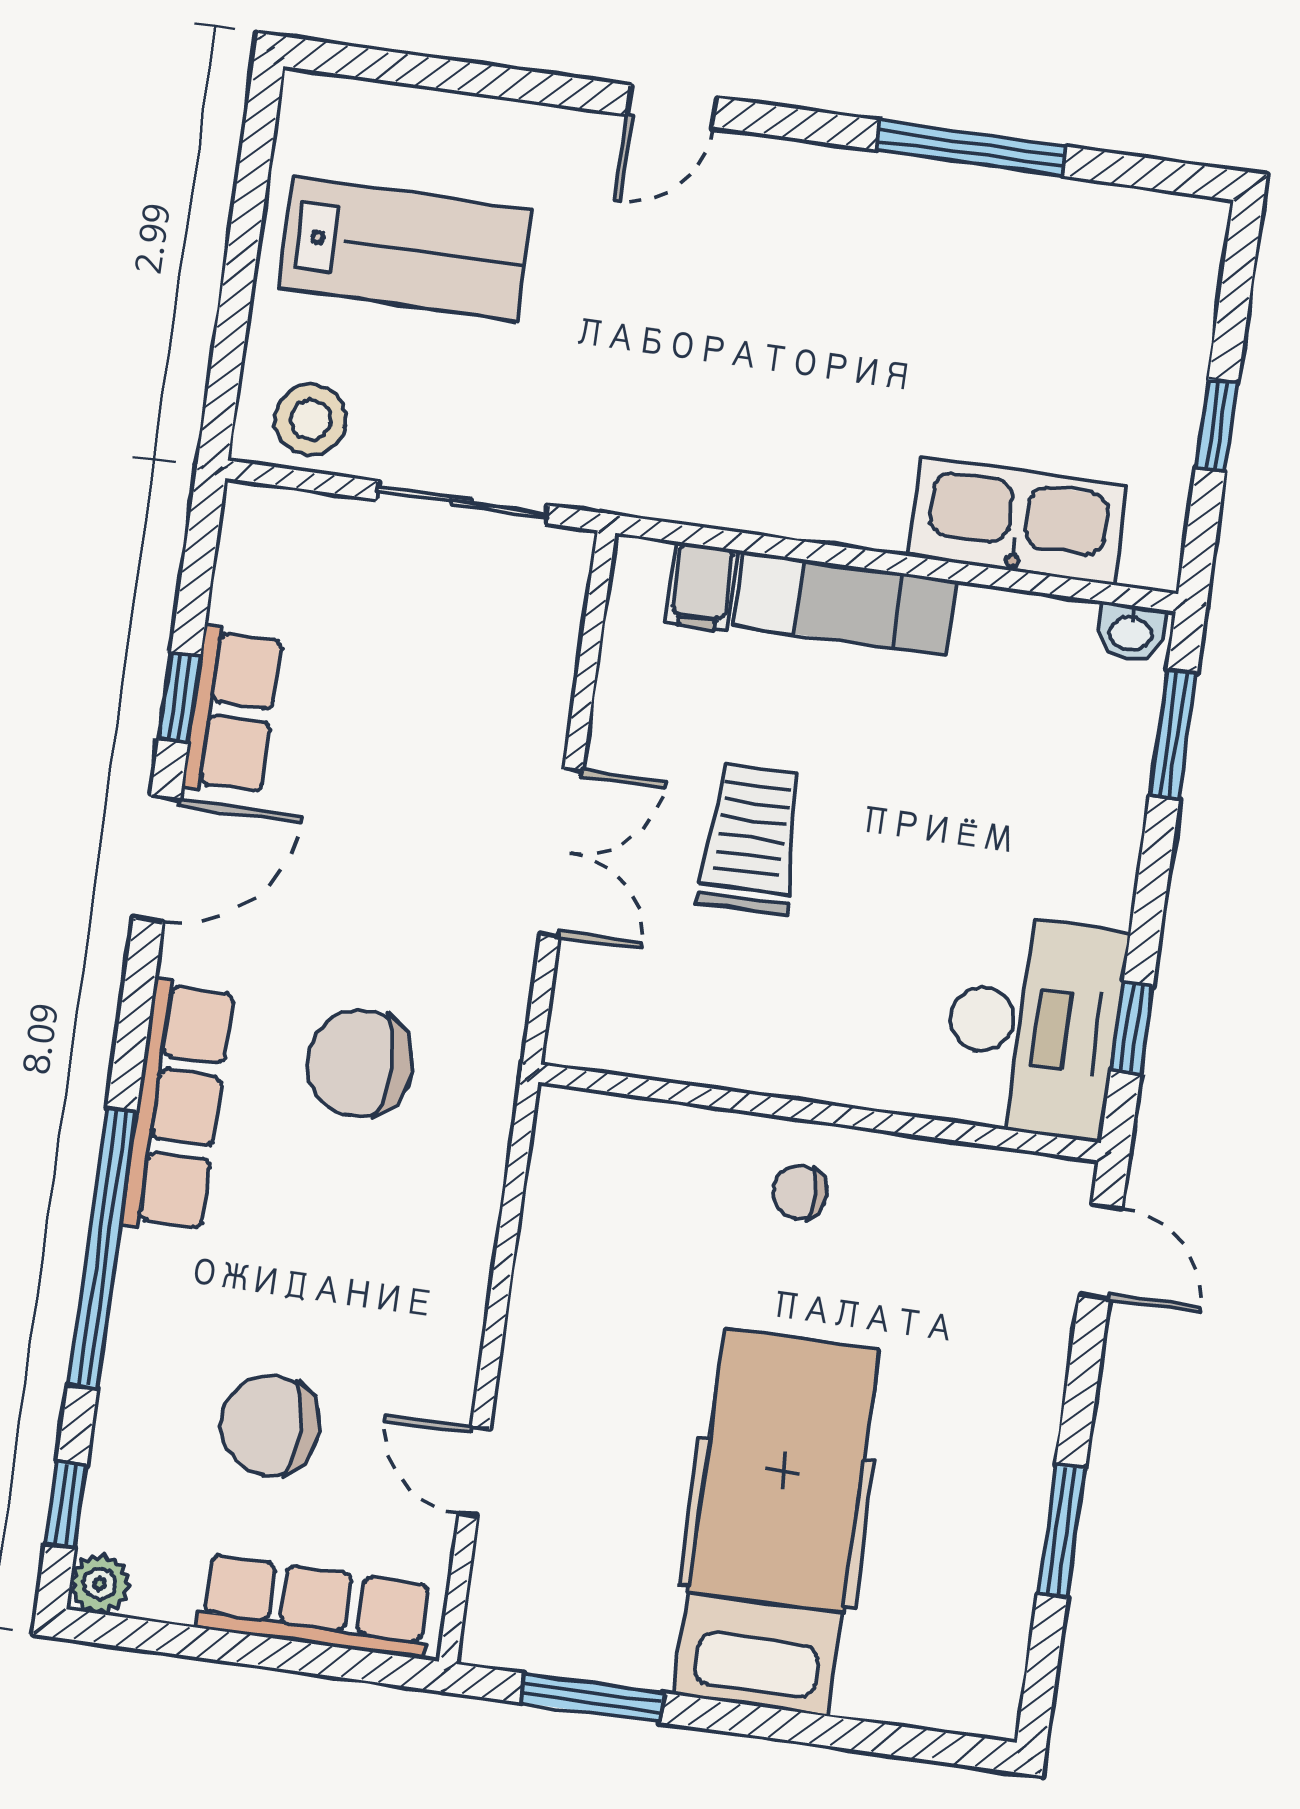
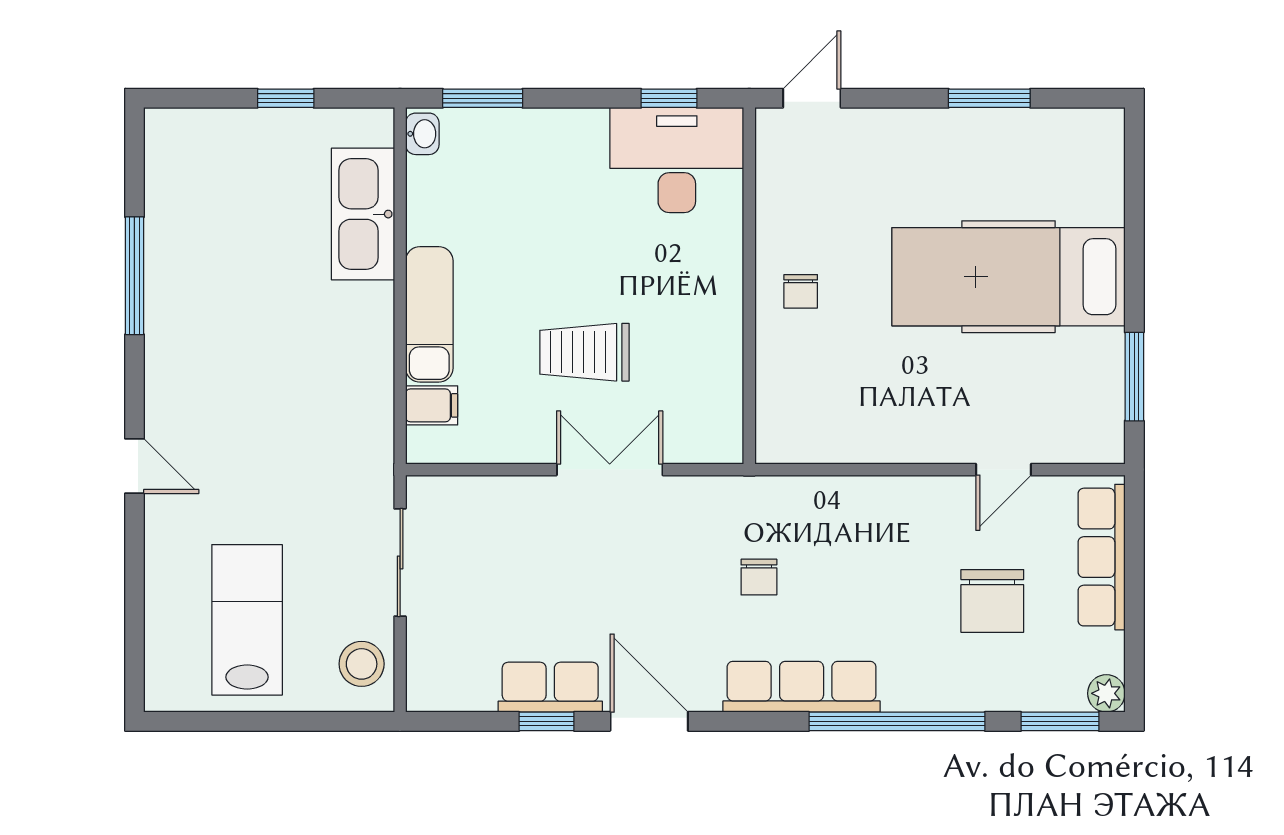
chair: (359, 1063) -> (759, 577), width x0.54, depth x0.54
window: (66, 1505) -> (1060, 721), width x1.50

